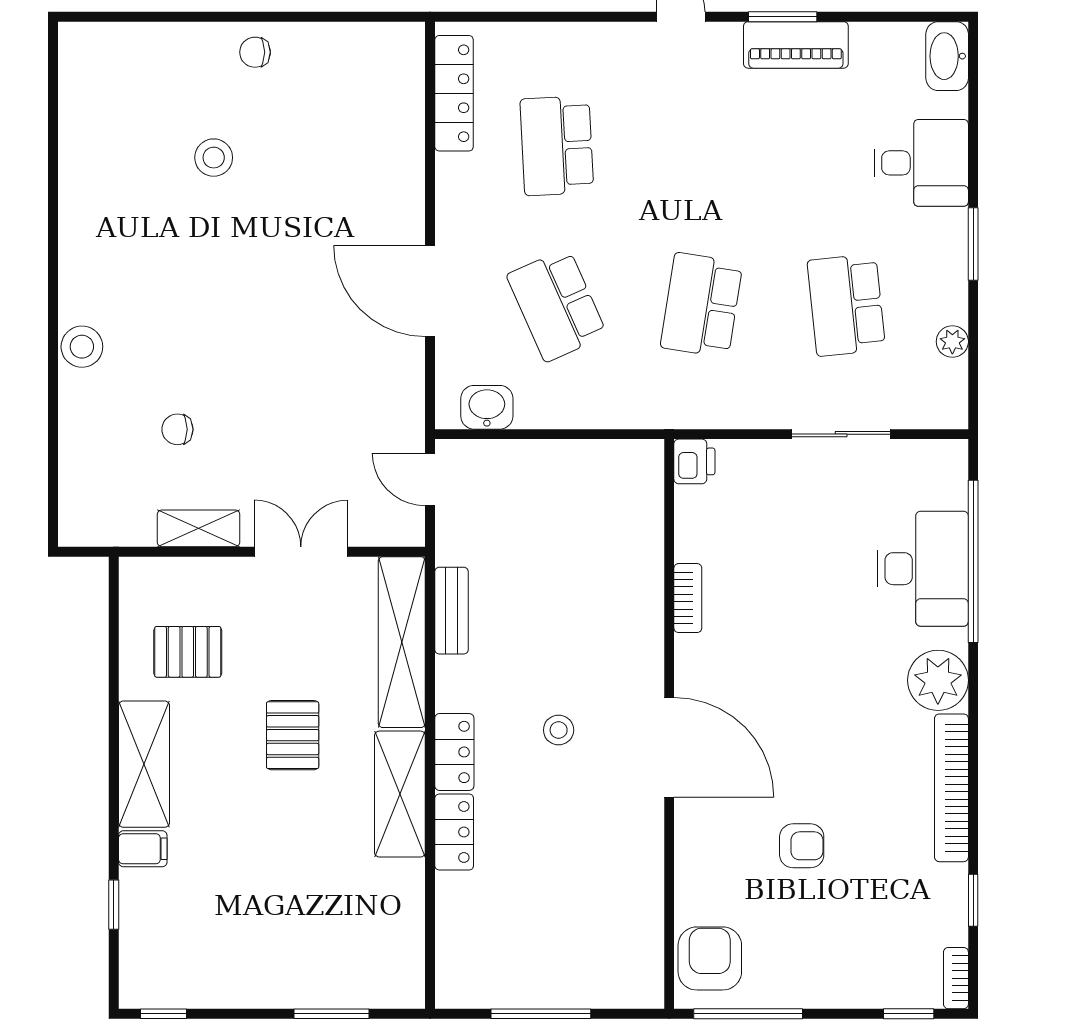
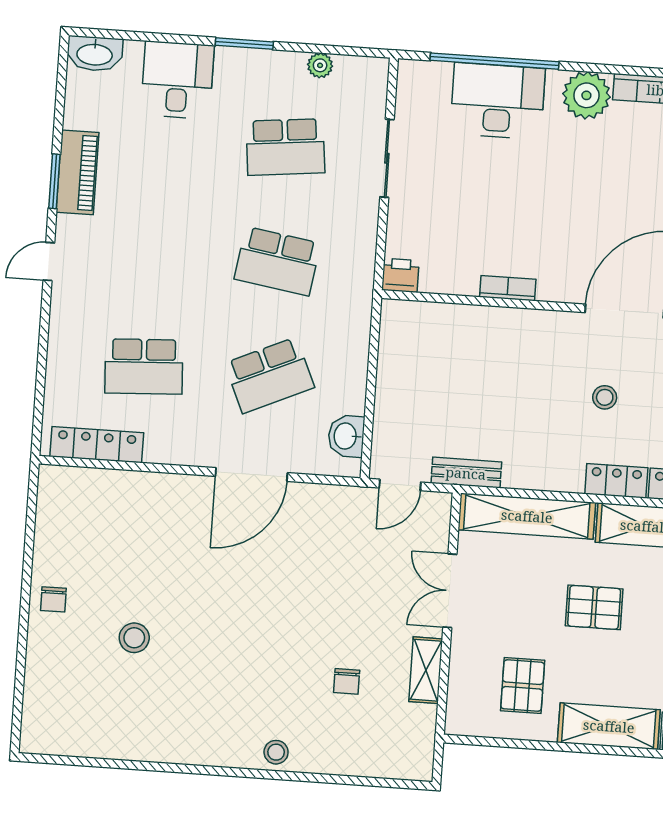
stool: (82, 347) -> (276, 752), width x0.73, depth x0.73
bench: (452, 611) -> (466, 473), moved

